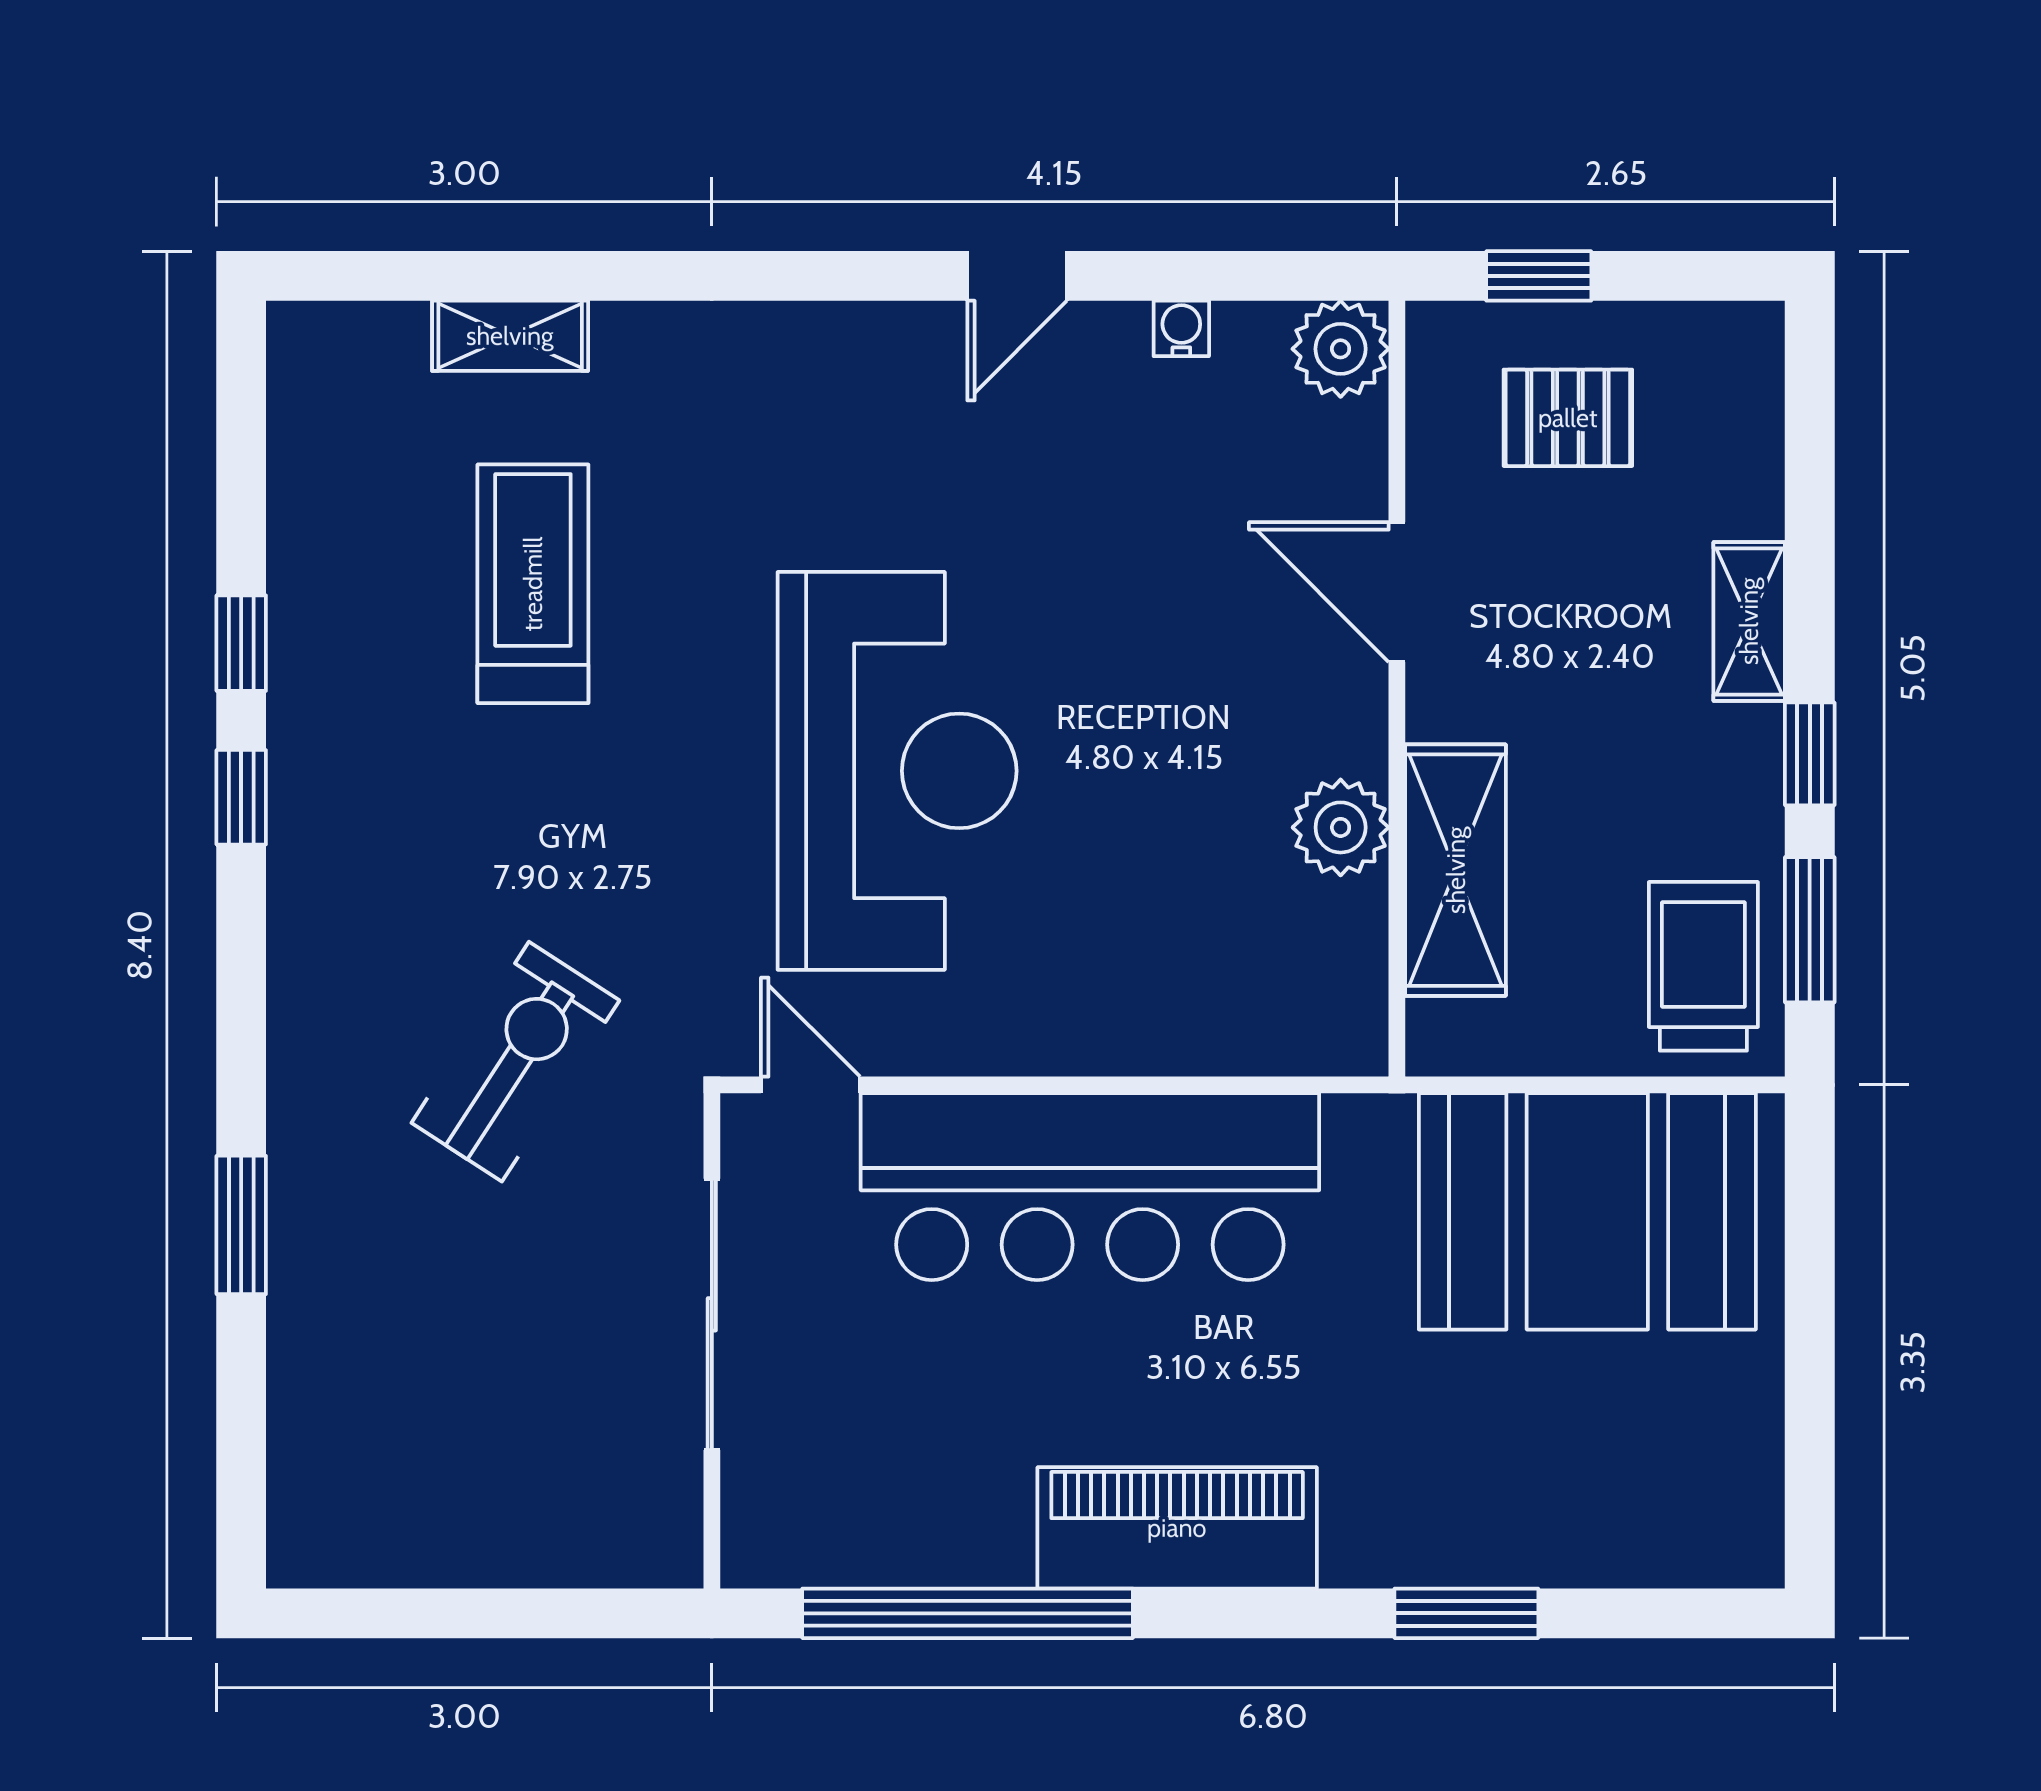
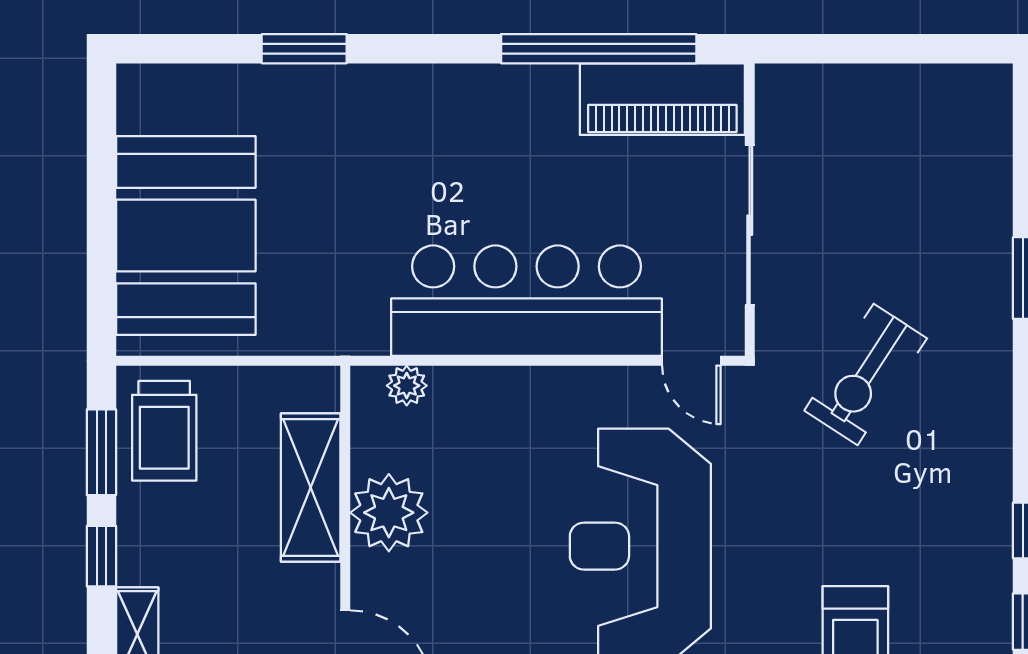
plant: (1341, 827) -> (389, 513), width x1.36, depth x1.36
plant: (1293, 1043) -> (407, 386), added
booth: (1587, 1211) -> (186, 236), moved, turned 90
piano: (1177, 1528) -> (662, 99), moved

